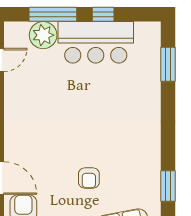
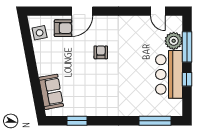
window: (168, 64) -> (155, 121), width x1.44
armchair: (89, 178) -> (101, 52), moved, turned 90

